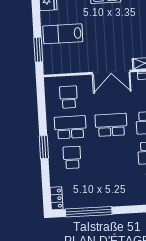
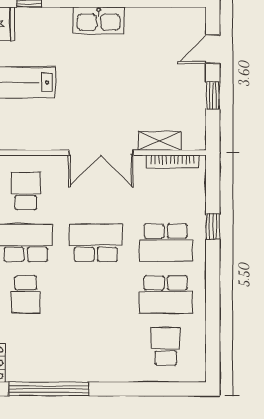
school desk: (72, 157) -> (26, 294), turned 180

